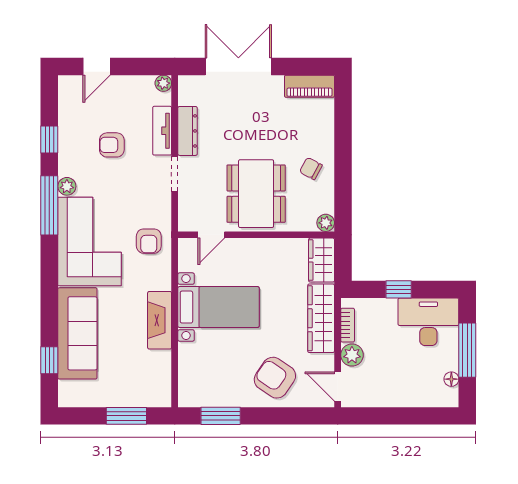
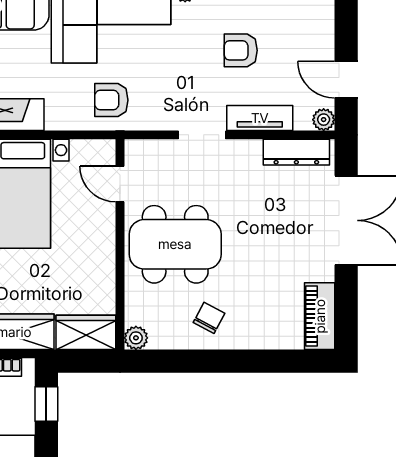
door: (97, 66) -> (346, 80), moved
dresser: (188, 131) -> (296, 152), moved
armchair: (112, 145) -> (241, 50), turned -90
window: (399, 289) -> (46, 404), moved

